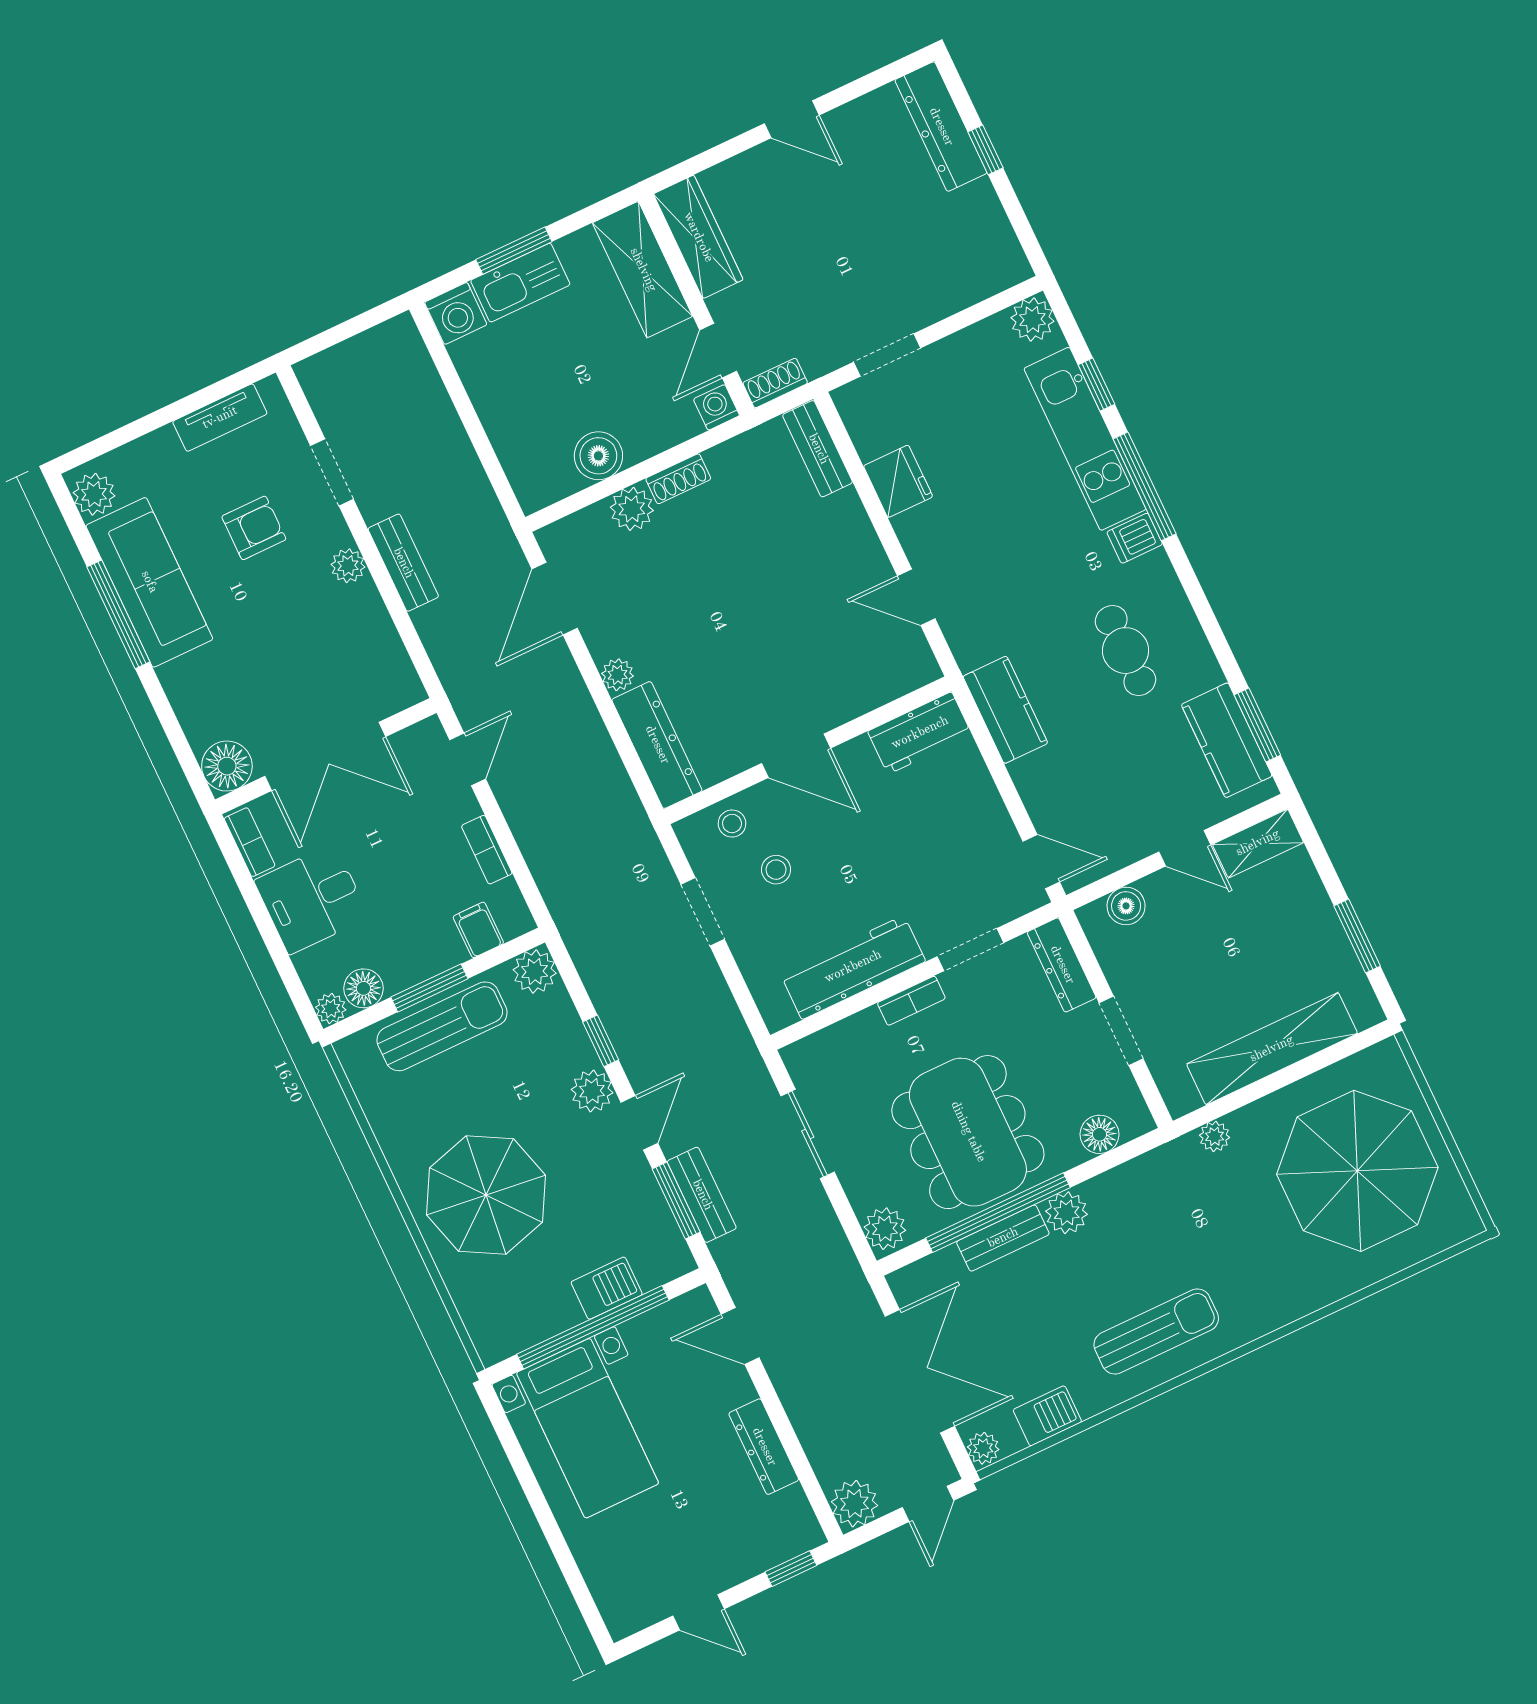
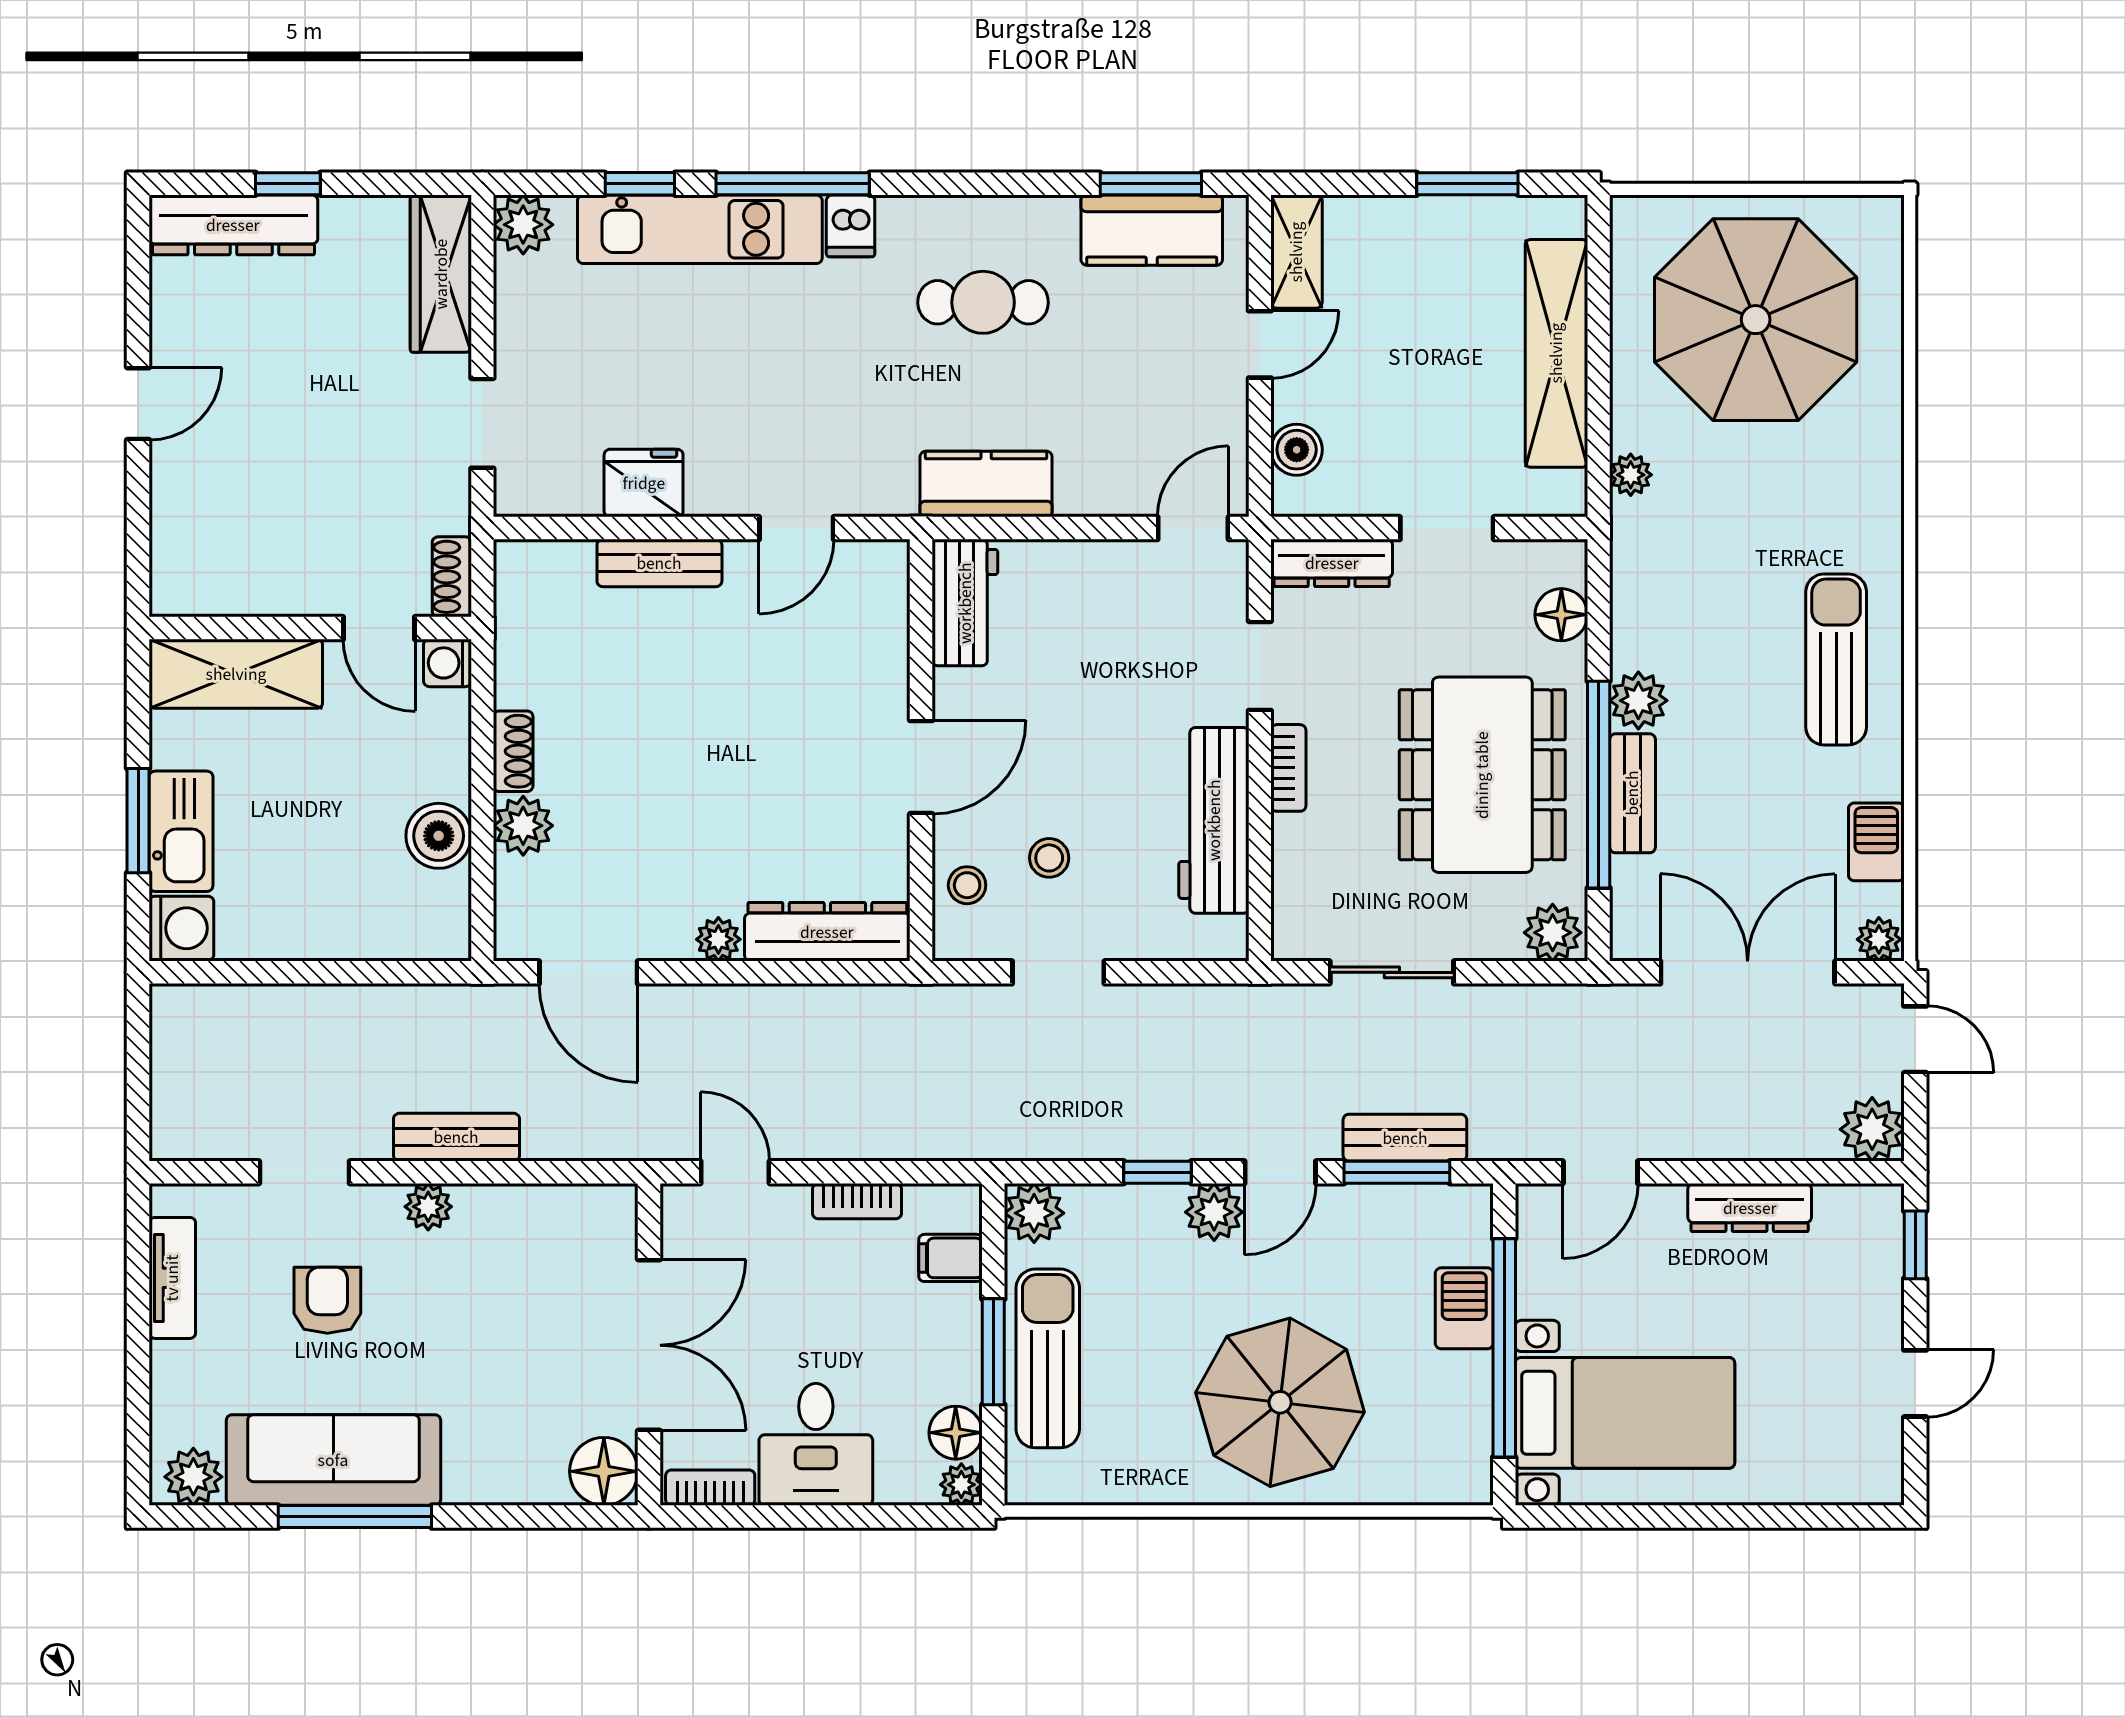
wardrobe: (698, 237) -> (441, 274), moved, turned -90
bench: (818, 449) -> (659, 563), moved
door: (639, 1123) -> (1280, 1172), swing flipped
dining table: (968, 1132) -> (1482, 775), turned 90

